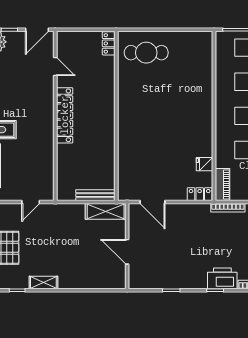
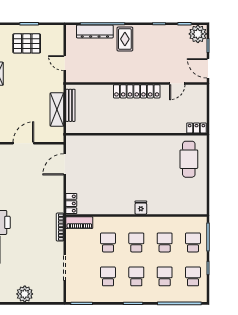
fridge: (204, 164) -> (141, 208), moved
bench: (95, 195) -> (70, 105), moved
shelving: (106, 211) -> (57, 110), moved

